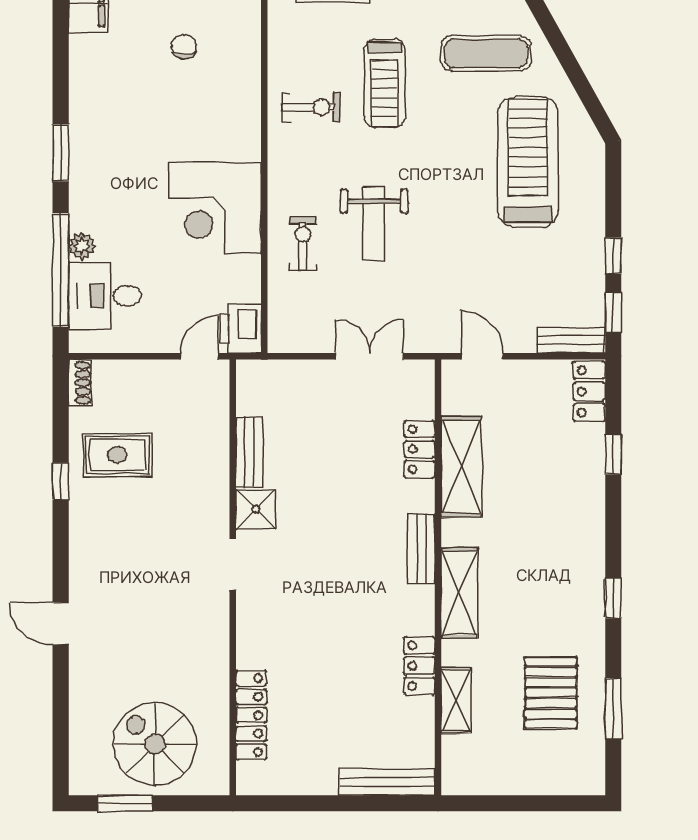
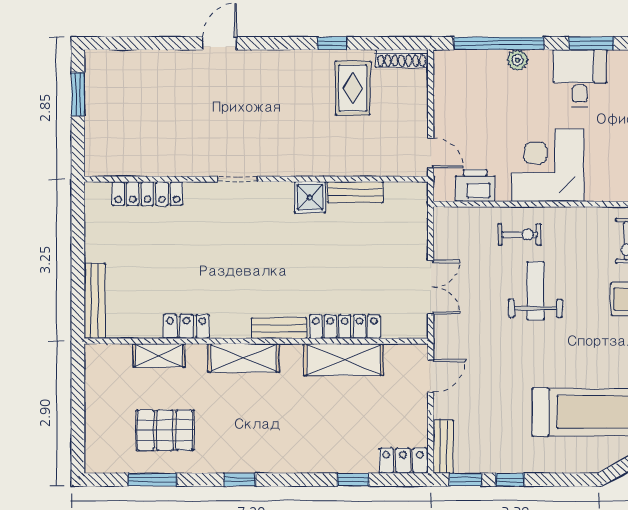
weight bench: (374, 223) -> (536, 291), turned 90
desk: (105, 296) -> (580, 78), moved
printer: (241, 328) -> (475, 185), moved
shoe rack: (80, 383) -> (402, 58), width x1.43
locker: (420, 449) -> (345, 327), width x1.53
doorway: (233, 565) -> (237, 179), moved
spiral stairs: (155, 744) -> (125, 118), removed

